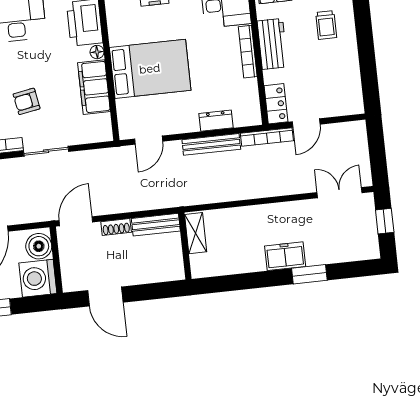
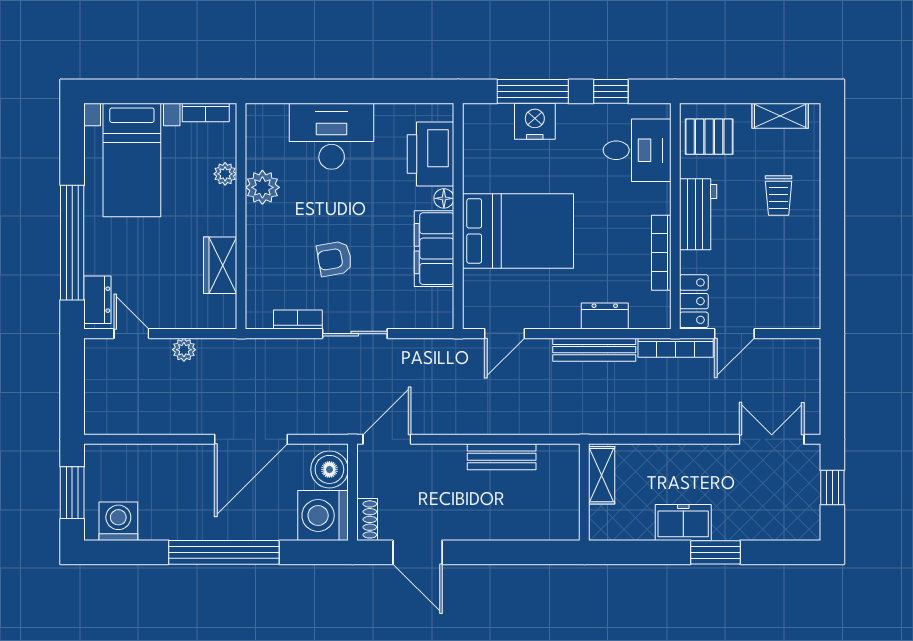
bookcase: (248, 52) -> (661, 253), moved
shoe rack: (116, 227) -> (367, 519), moved, turned -90
shelving: (196, 233) -> (602, 475), moved
wall: (185, 246) -> (584, 492), moved

